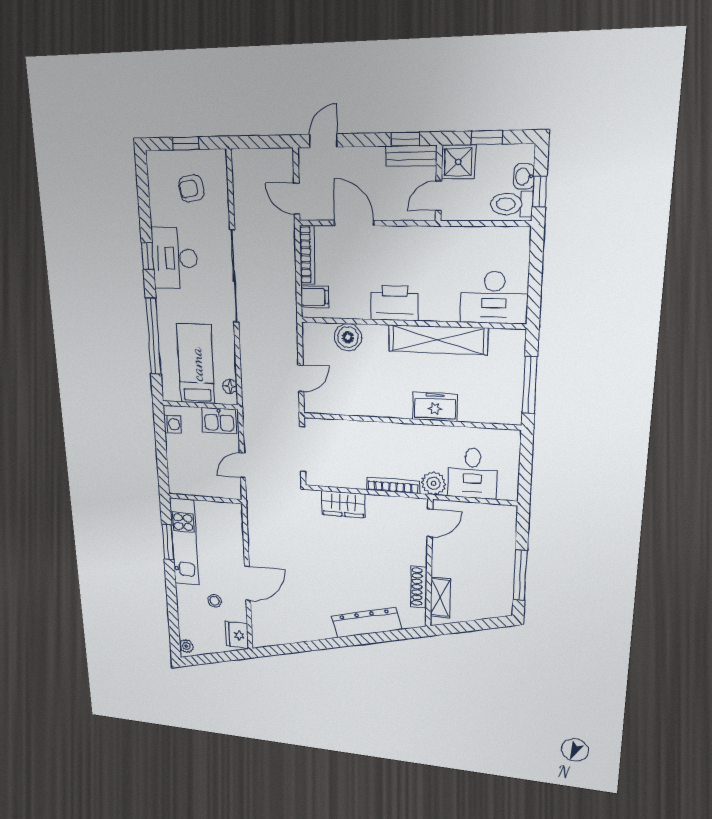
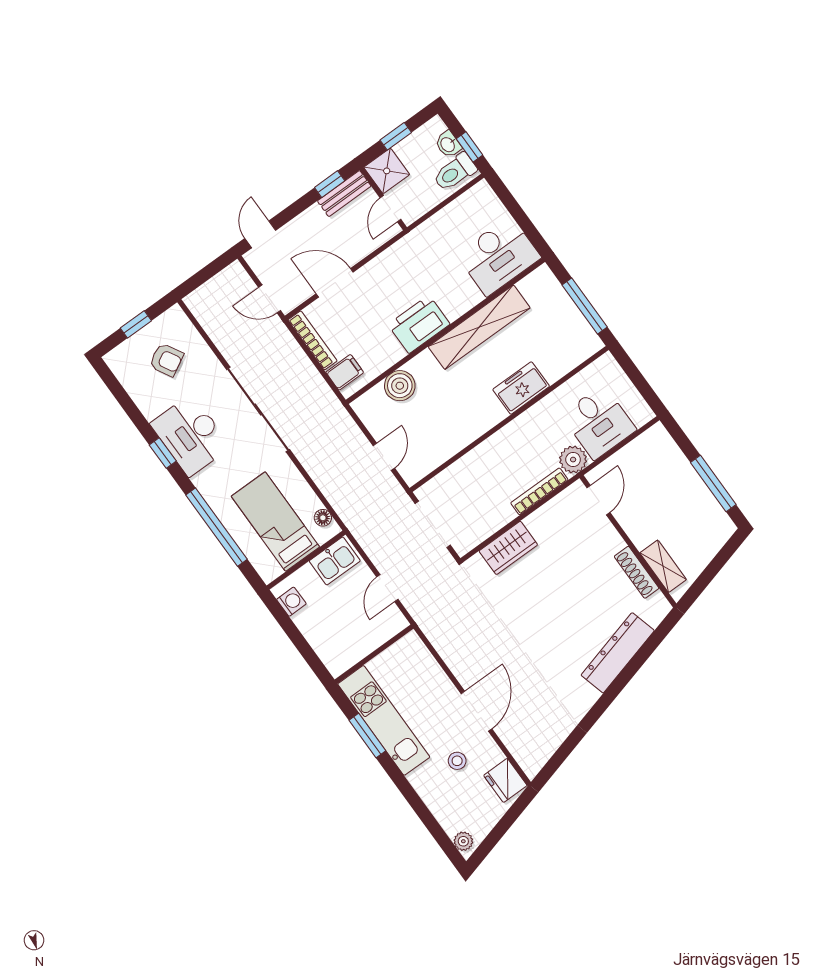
armchair: (191, 188) -> (166, 360), turned -109

